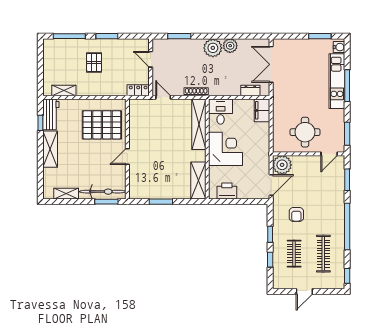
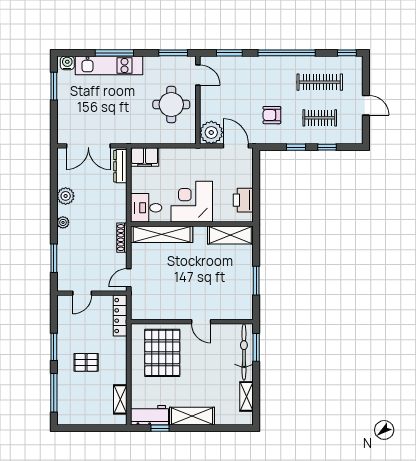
plant: (213, 48) -> (63, 222), width x0.53, depth x0.53
locker: (138, 90) -> (120, 316), width x1.53
dresser: (250, 91) -> (120, 166), width x1.44
armchair: (296, 214) -> (272, 115), turned 180

